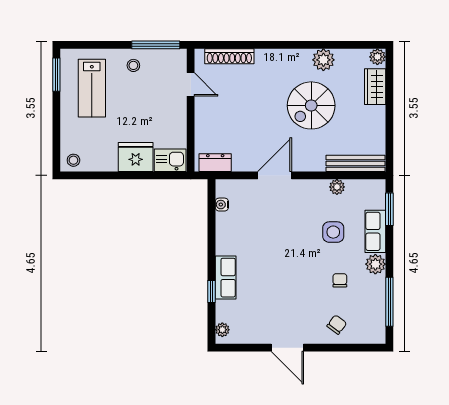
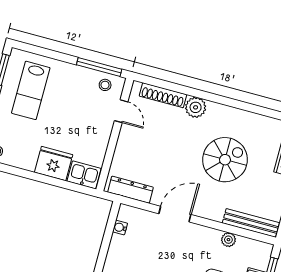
plant: (323, 60) -> (196, 107), moved
stool: (133, 65) -> (105, 85), moved
spiral stairs: (311, 105) -> (225, 160), turned 180
dresser: (215, 163) -> (130, 190), width x1.44

